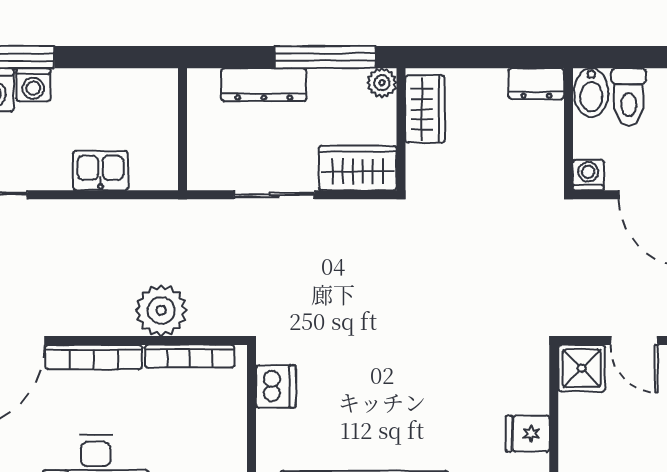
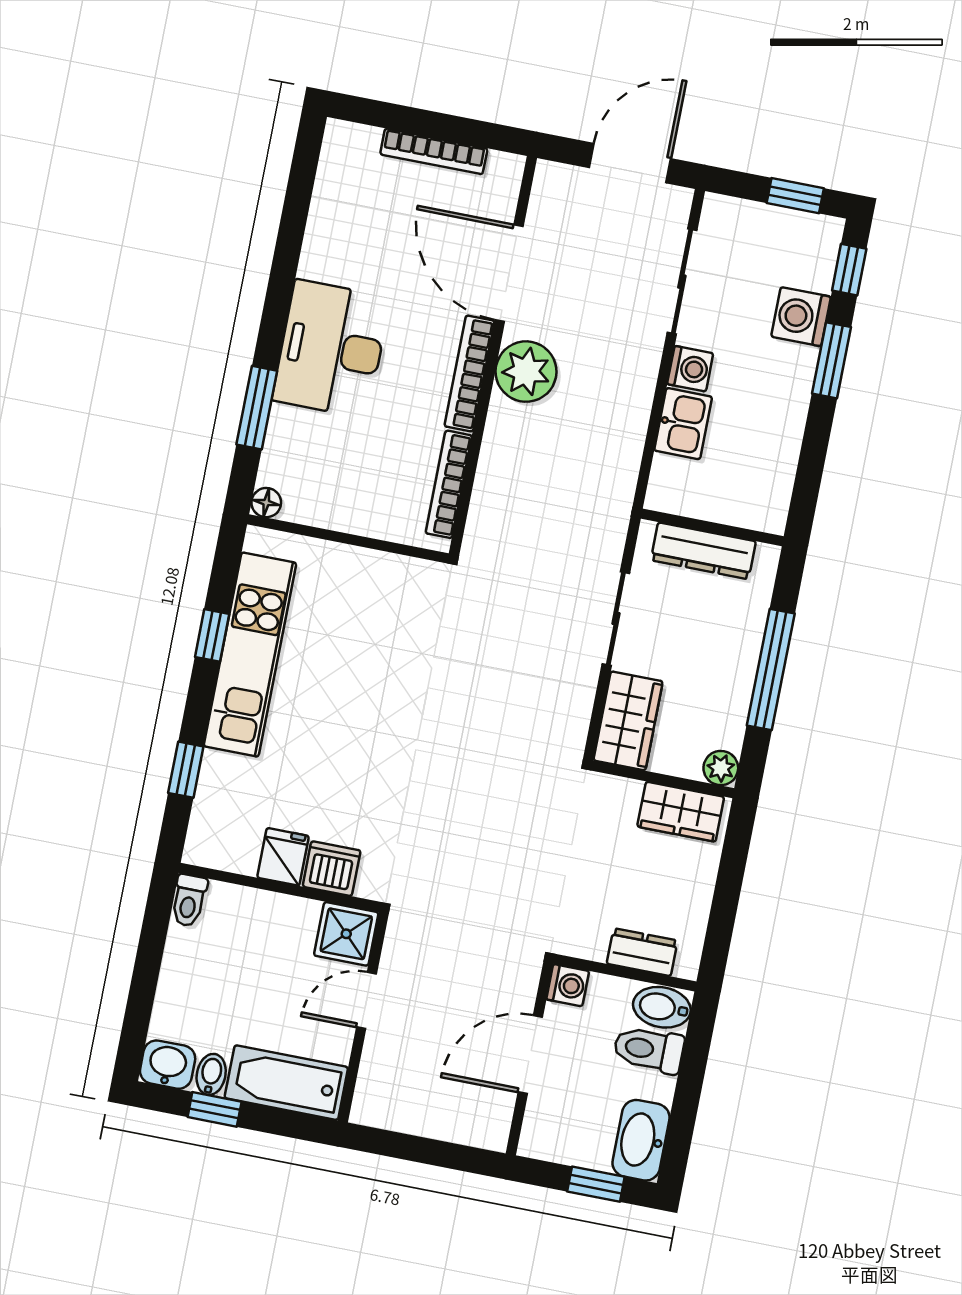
window: (325, 57) -> (771, 669), moved
dresser: (536, 84) -> (642, 952), moved, turned 90
washing machine: (33, 85) -> (690, 369), moved, turned 180
dresser: (264, 85) -> (703, 551), moved, turned -90
plant: (161, 310) -> (526, 372), moved
dishwasher: (276, 386) -> (332, 869), moved, turned 180

